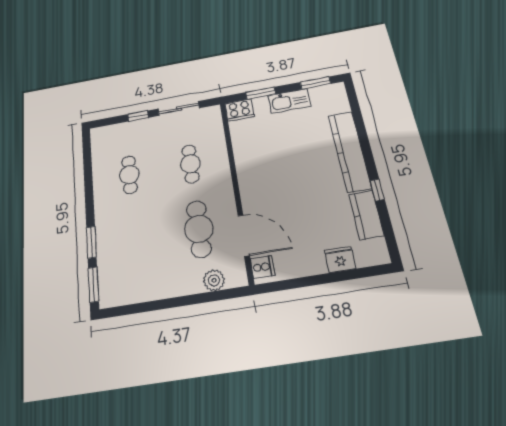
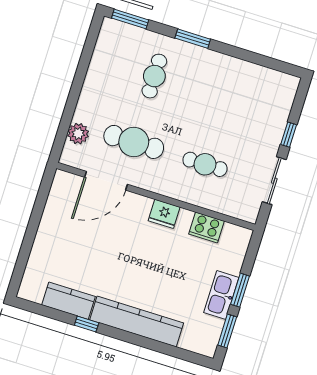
window: (261, 93) -> (240, 290), moved
cooker: (240, 110) -> (207, 227), moved, turned -90
cafe table: (129, 175) -> (154, 76), moved, turned 90
window: (91, 242) -> (193, 39), moved
fridge: (340, 259) -> (164, 214), moved, turned 90
cooker: (263, 267) -> (68, 183), removed

